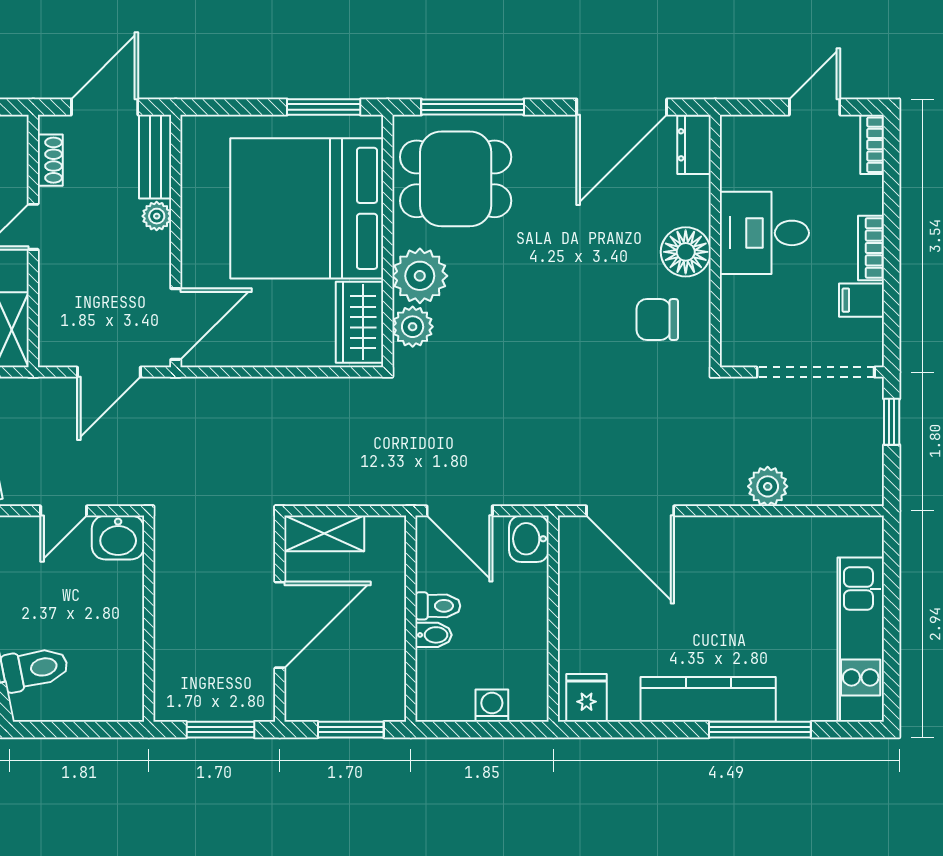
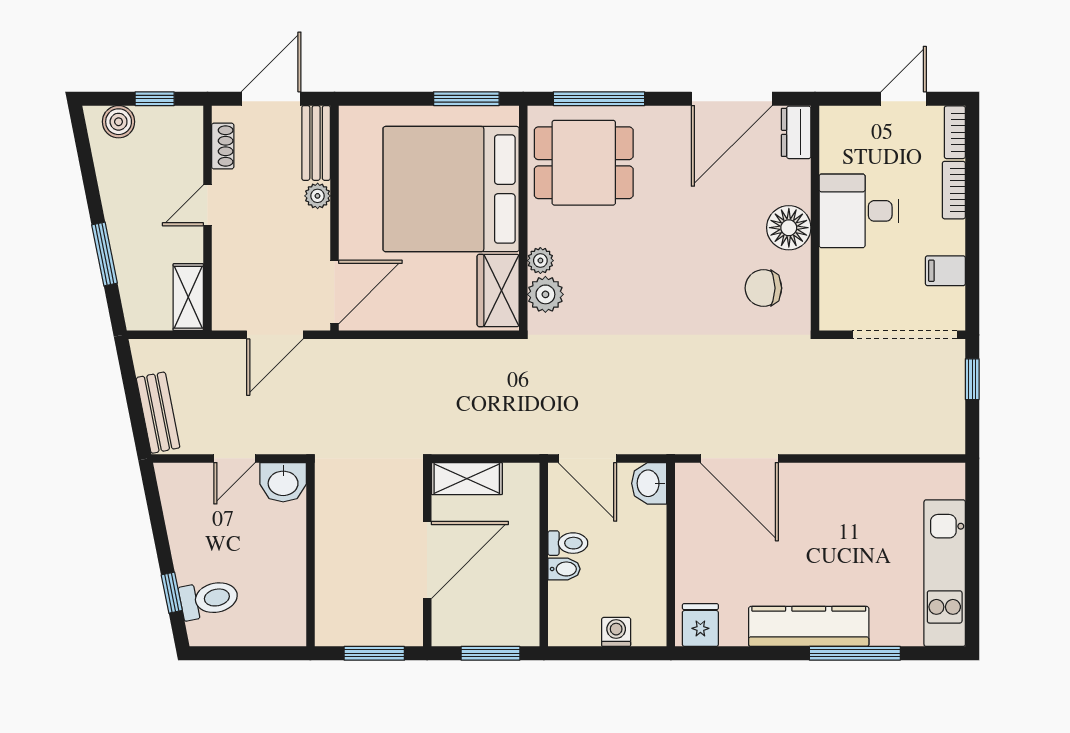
bookcase: (871, 248) -> (954, 190), moved
plant: (420, 276) -> (540, 261), width x0.53, depth x0.53
plant: (768, 486) -> (862, 437), removed

